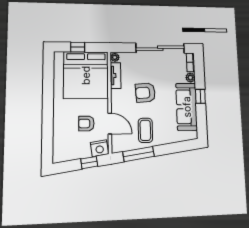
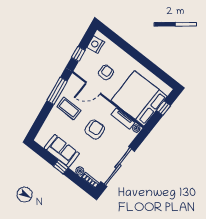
sofa: (187, 107) -> (62, 151), width x0.73
nightstand: (100, 148) -> (96, 44), moved

